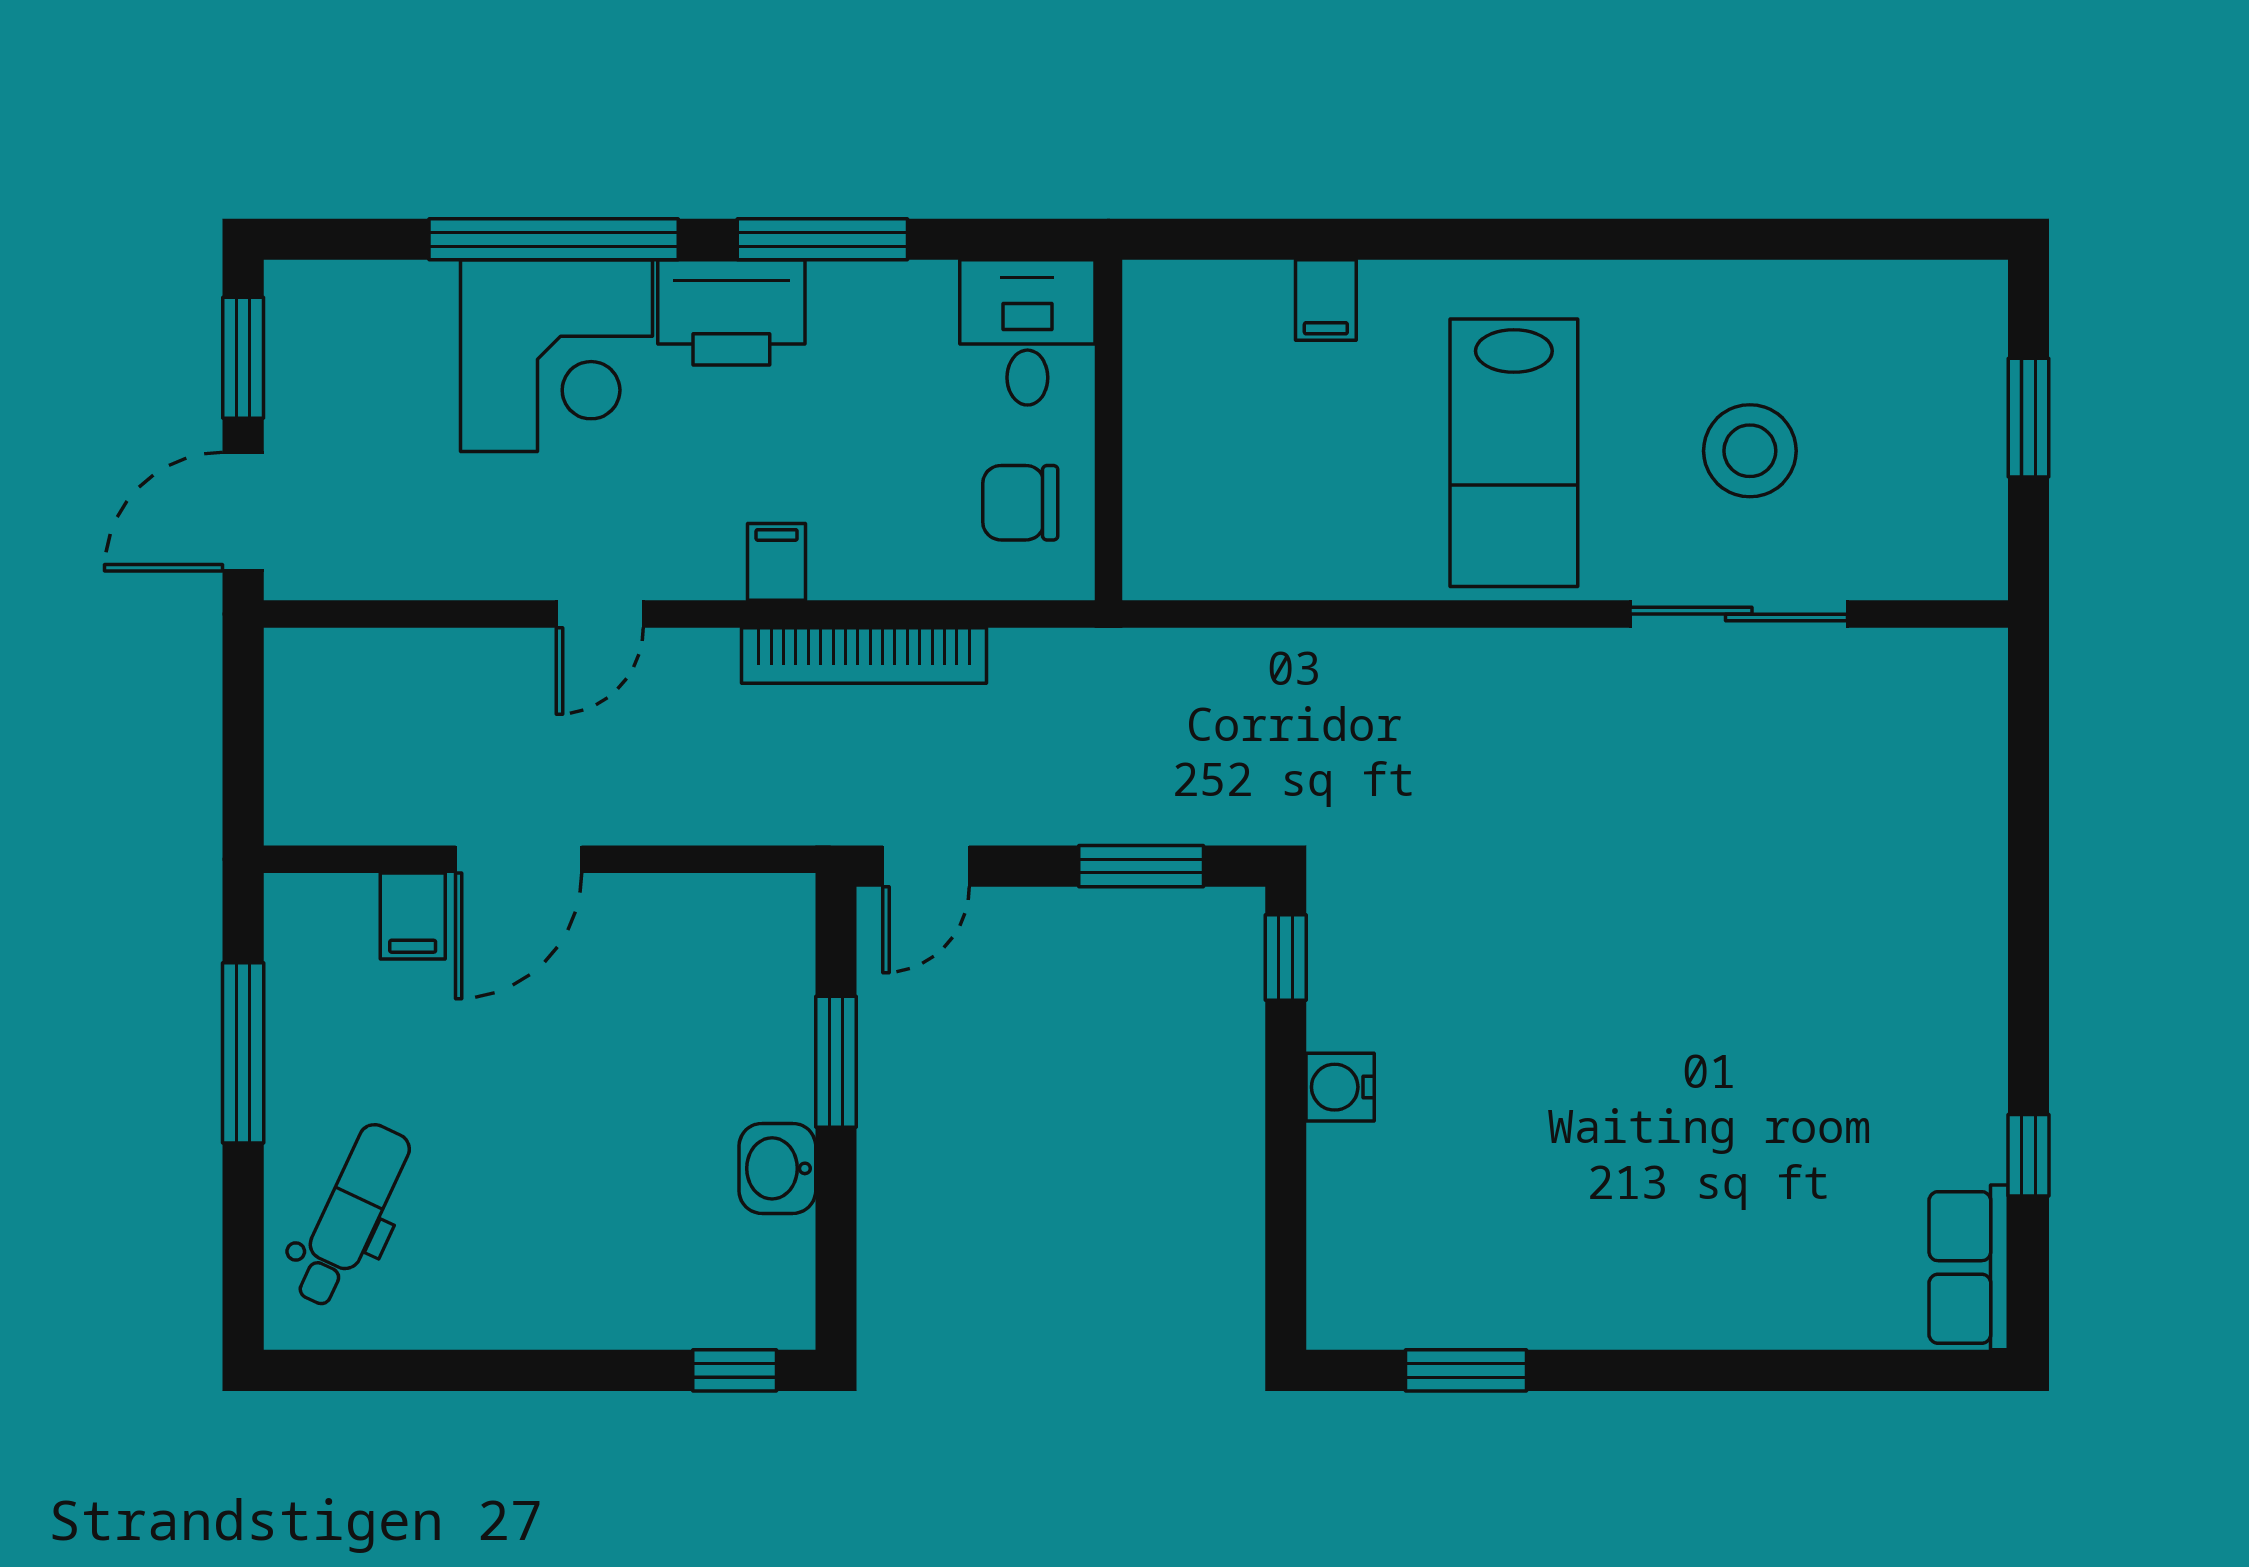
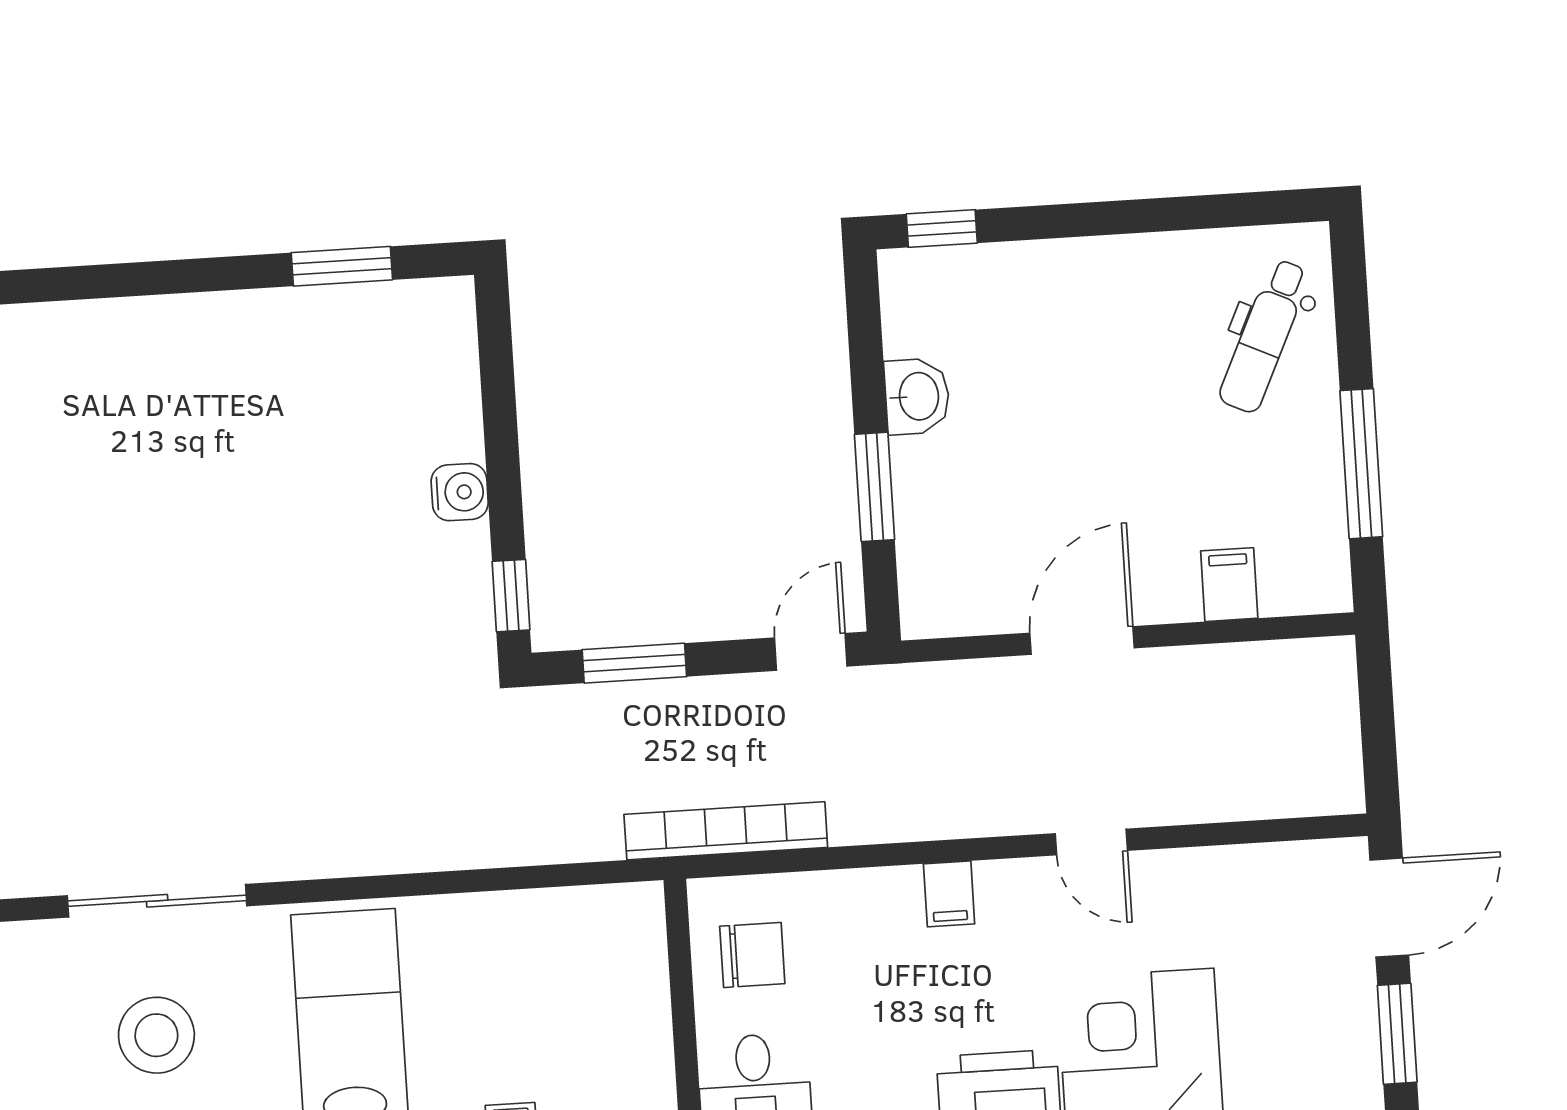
door: (600, 614) -> (1091, 842), swing flipped
bookcase: (864, 655) -> (726, 831), moved
door: (519, 859) -> (1082, 641), moved

